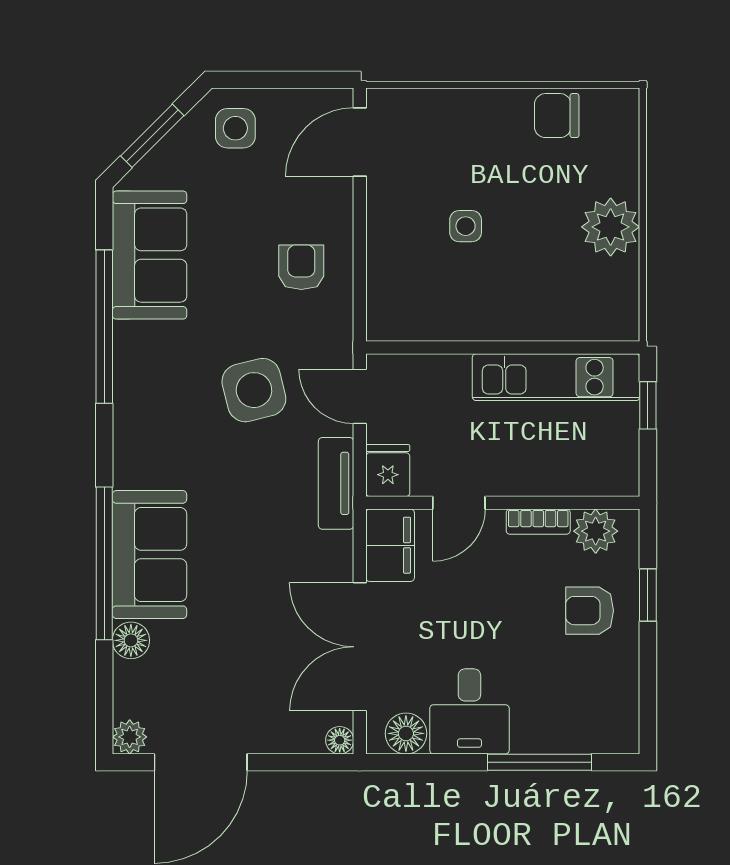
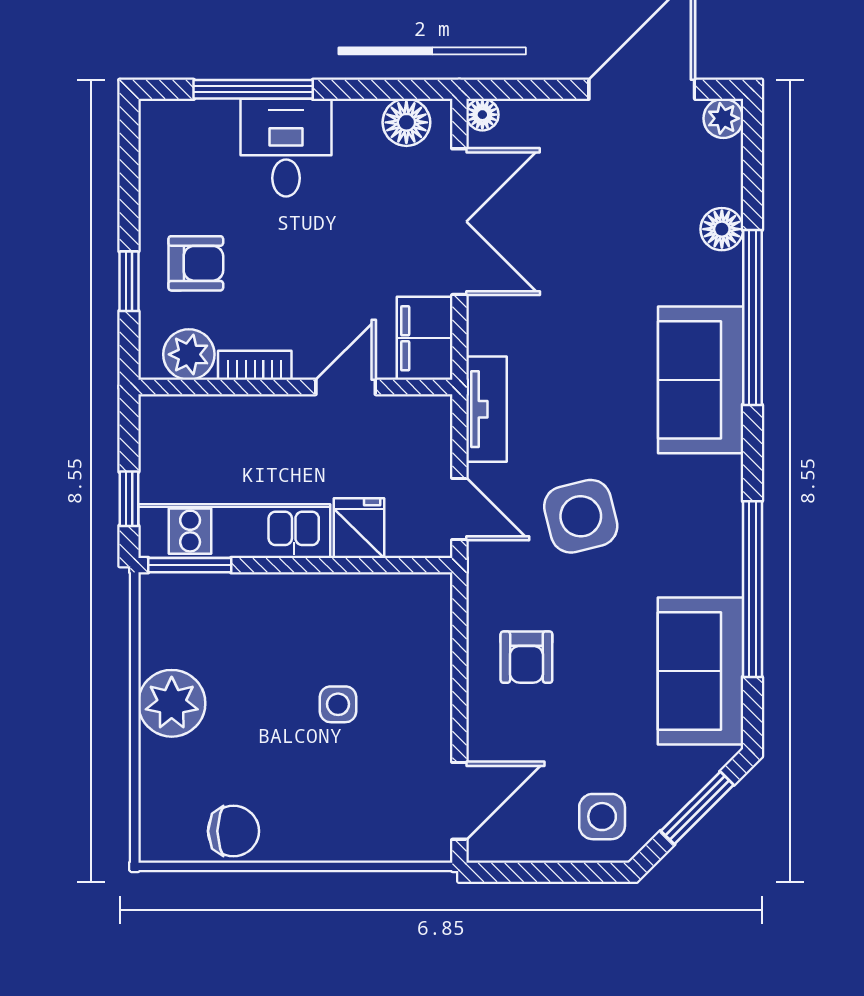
window: (595, 347) -> (190, 565), added
fridge: (388, 470) -> (359, 528), moved, turned 180
sofa: (149, 555) -> (701, 380), moved
desk: (469, 711) -> (286, 148), moved

